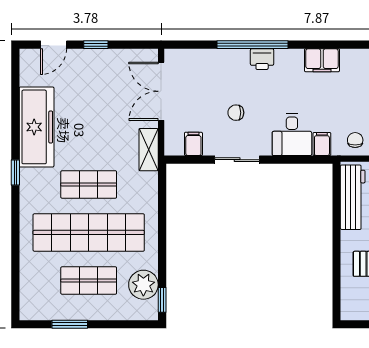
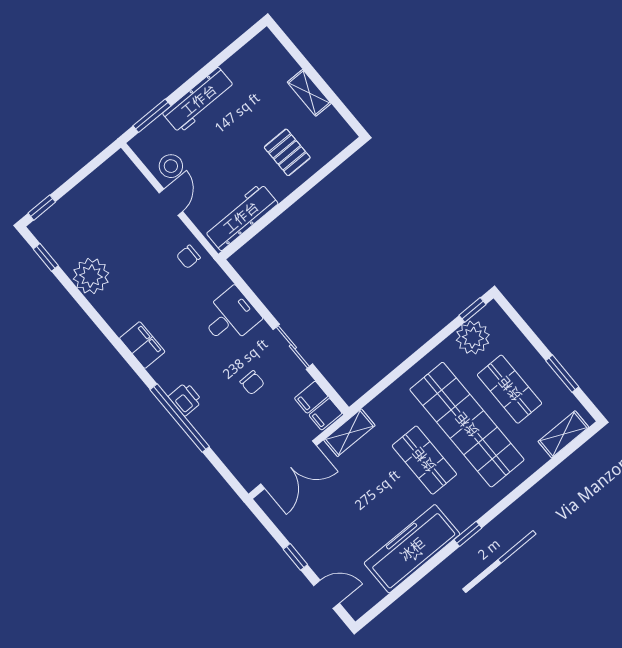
filing cabinet: (322, 144) -> (325, 414), moved
shelving: (29, 291) -> (563, 434), added

